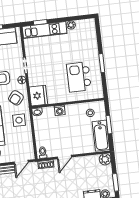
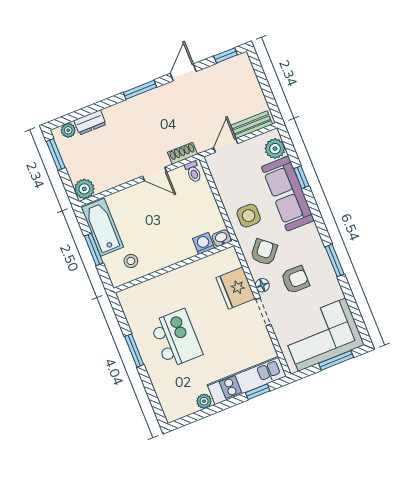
kitchen island: (79, 77) -> (176, 338), moved
fridge: (38, 96) -> (236, 288), moved
washing machine: (60, 110) -> (204, 243), moved
door: (64, 157) -> (155, 174), swing flipped

